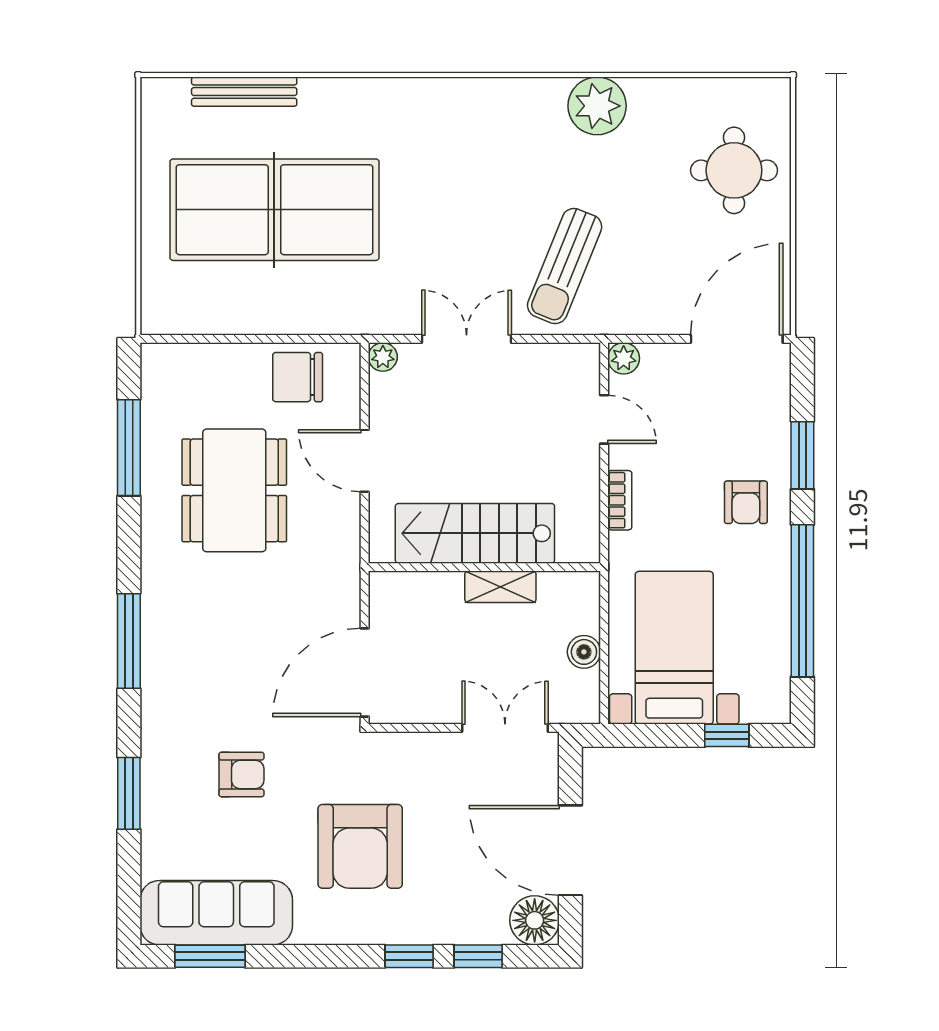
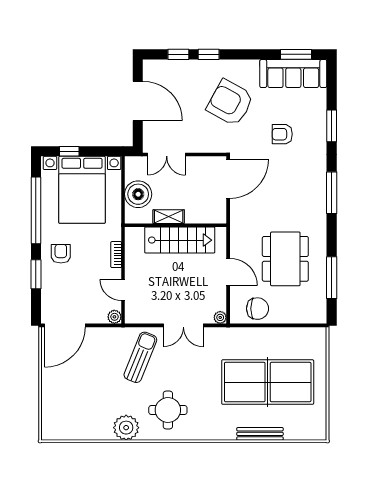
bench: (244, 92) -> (260, 434), moved
round table: (734, 170) -> (168, 410), moved
bed with nightstands: (674, 648) -> (82, 190), width x1.36
boiler: (584, 652) -> (138, 194), width x1.86, depth x1.86
armchair: (360, 846) -> (230, 103), turned -61
floor lamp: (535, 920) -> (154, 70), removed

